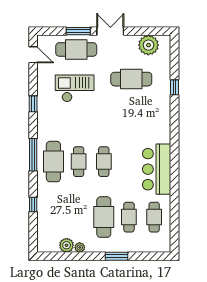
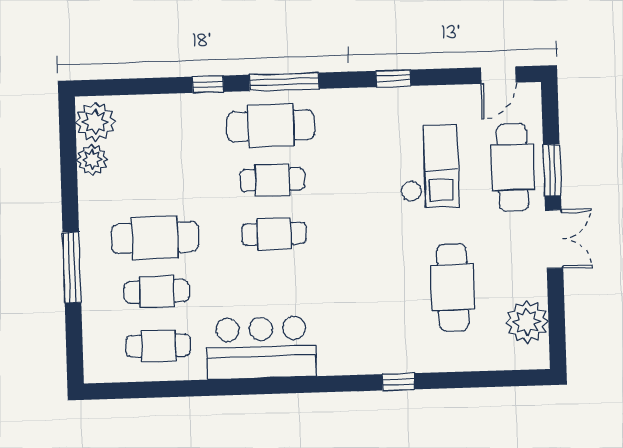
window: (174, 87) -> (398, 382), moved
window: (33, 205) -> (208, 84), moved
plant: (80, 247) -> (96, 122), moved, width x1.87, depth x1.87
window: (116, 256) -> (72, 267), width x1.44

